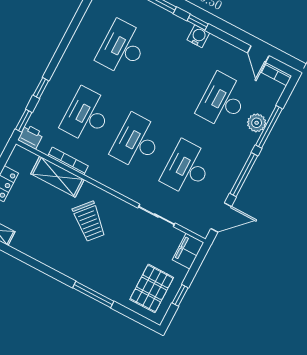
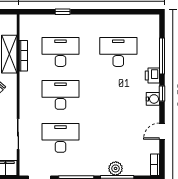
door: (258, 54) -> (162, 131), moved
desk: (223, 101) -> (118, 138), removed
window: (24, 121) -> (35, 12), removed
printer: (31, 137) -> (152, 76), moved, turned 180

